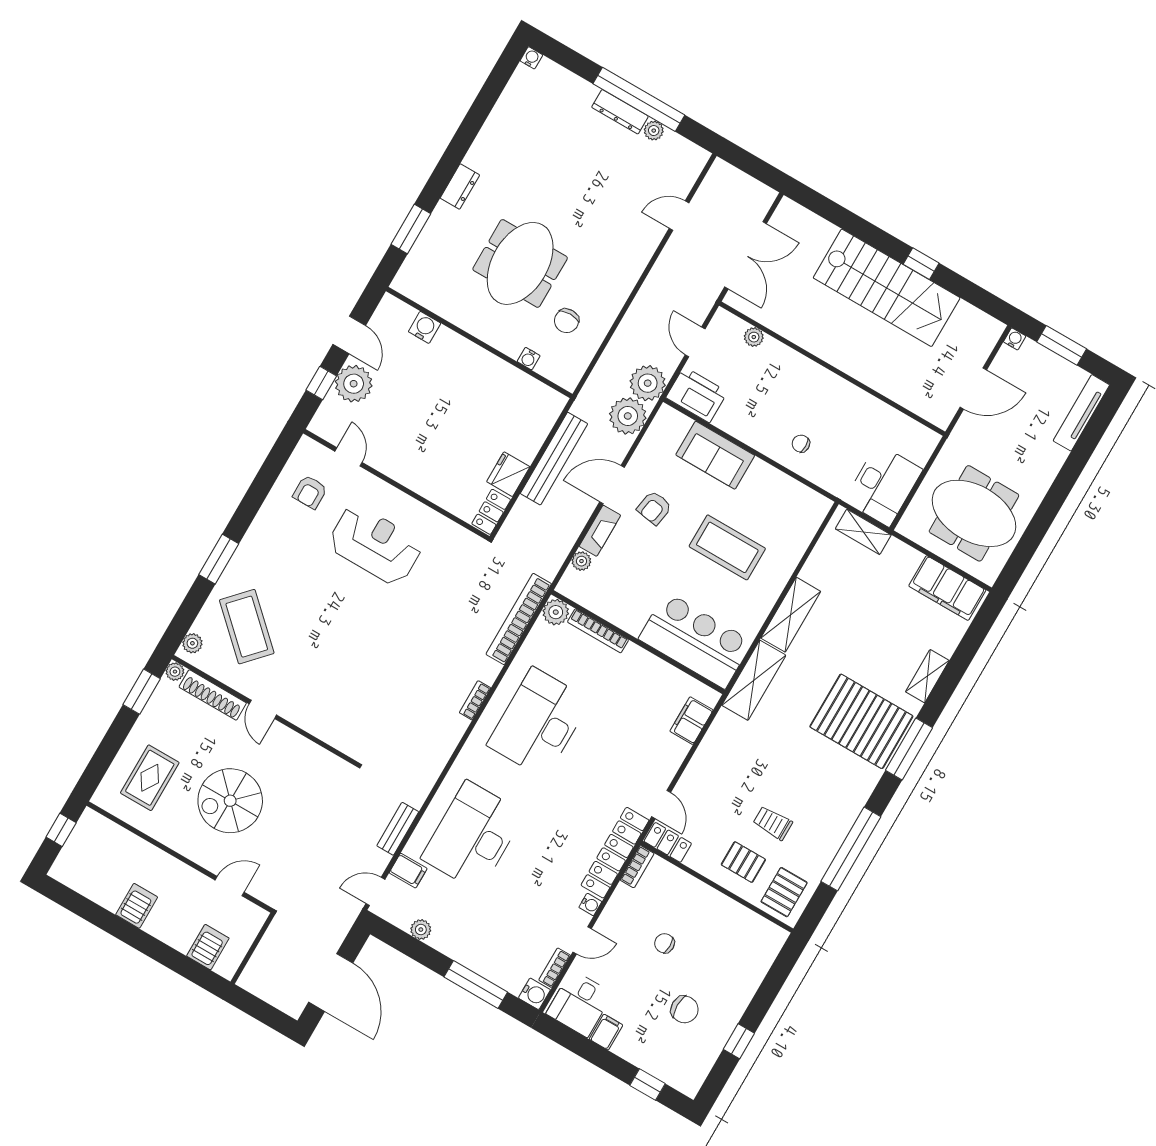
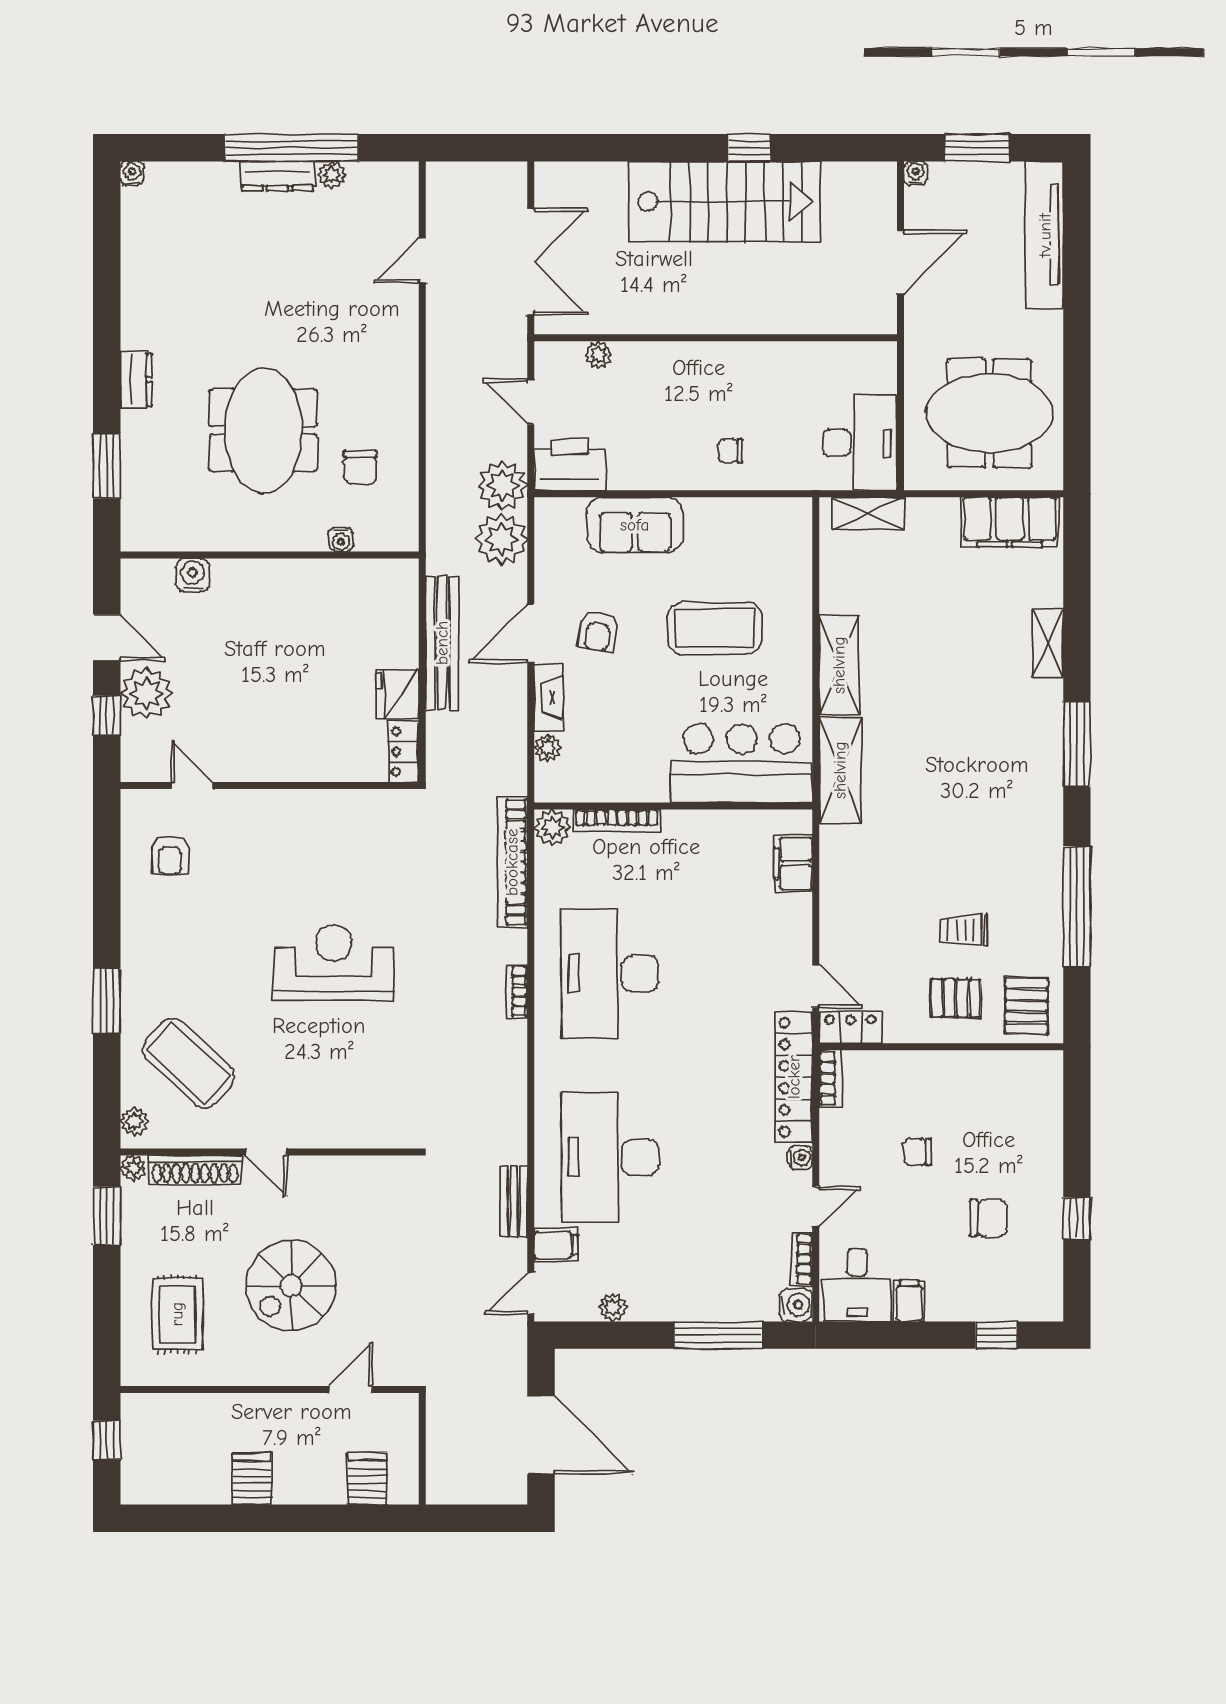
tv unit: (1081, 413) -> (1045, 235), width x1.36, depth x1.29
reception desk: (375, 545) -> (334, 963), moved
pallet: (861, 721) -> (1000, 744), removed

